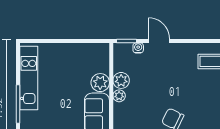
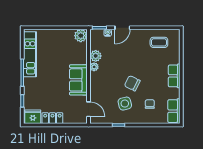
door: (159, 41) -> (122, 28), swing flipped
plant: (100, 83) -> (81, 36), moved

